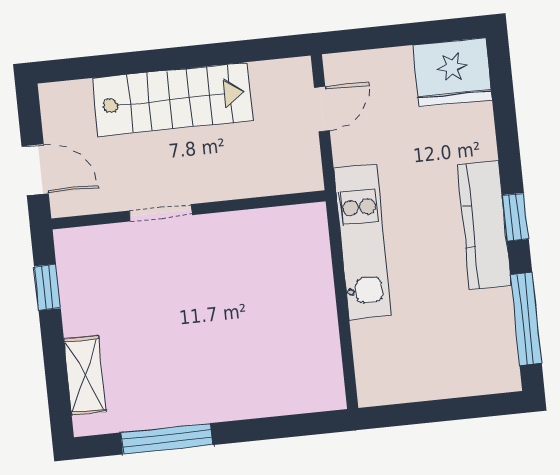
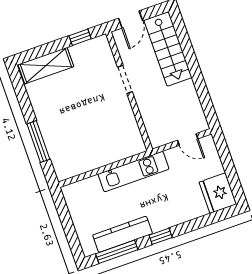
stairs: (172, 99) -> (168, 49), moved
kitchen counter: (484, 225) -> (123, 234), moved
shelving: (85, 376) -> (46, 66), width x1.50, depth x1.33
window: (167, 439) -> (38, 142), moved

